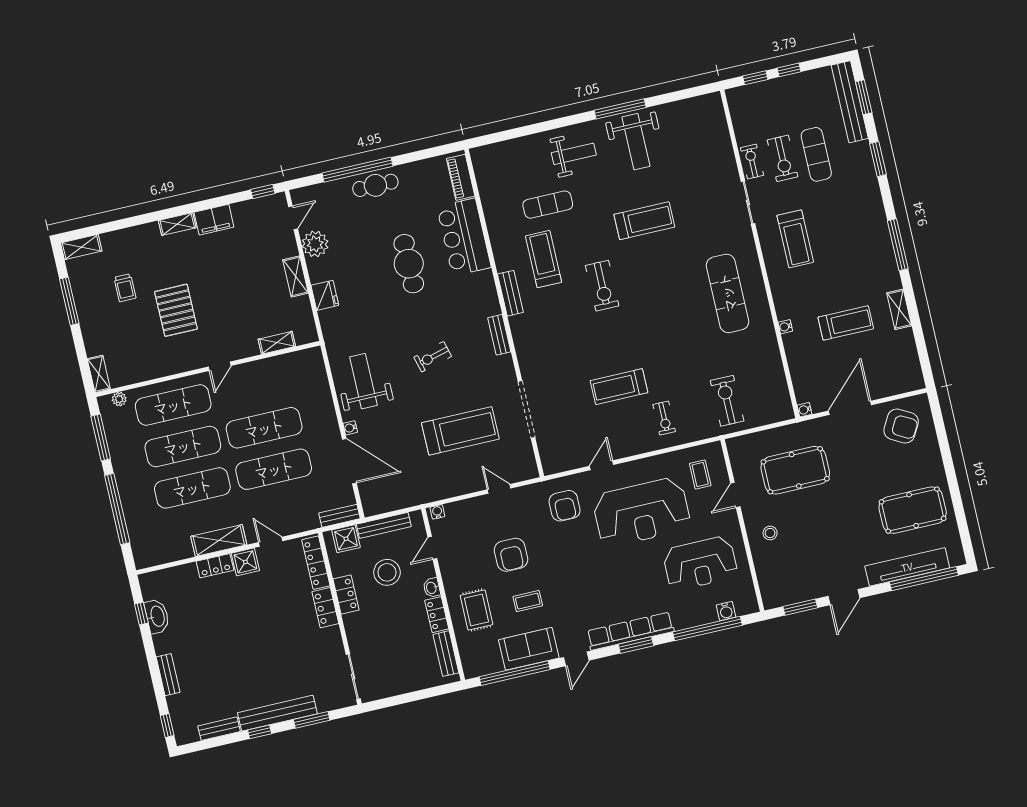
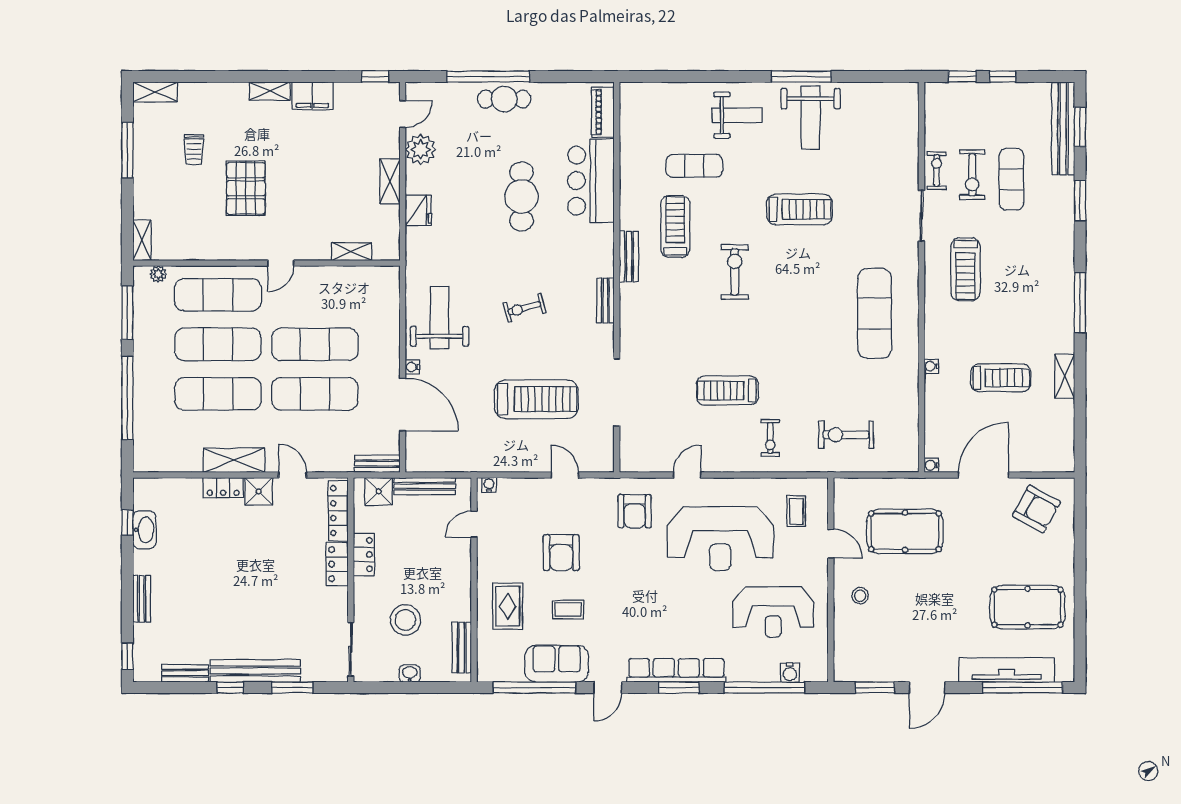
exercise bike: (602, 286) -> (735, 272), turned 180
exercise bike: (727, 401) -> (846, 435), turned -90
door: (735, 495) -> (831, 544), swing flipped
stool: (387, 572) -> (405, 620), moved
washbasin: (432, 588) -> (410, 674), moved, turned 90
locker: (437, 615) -> (462, 601), removed

